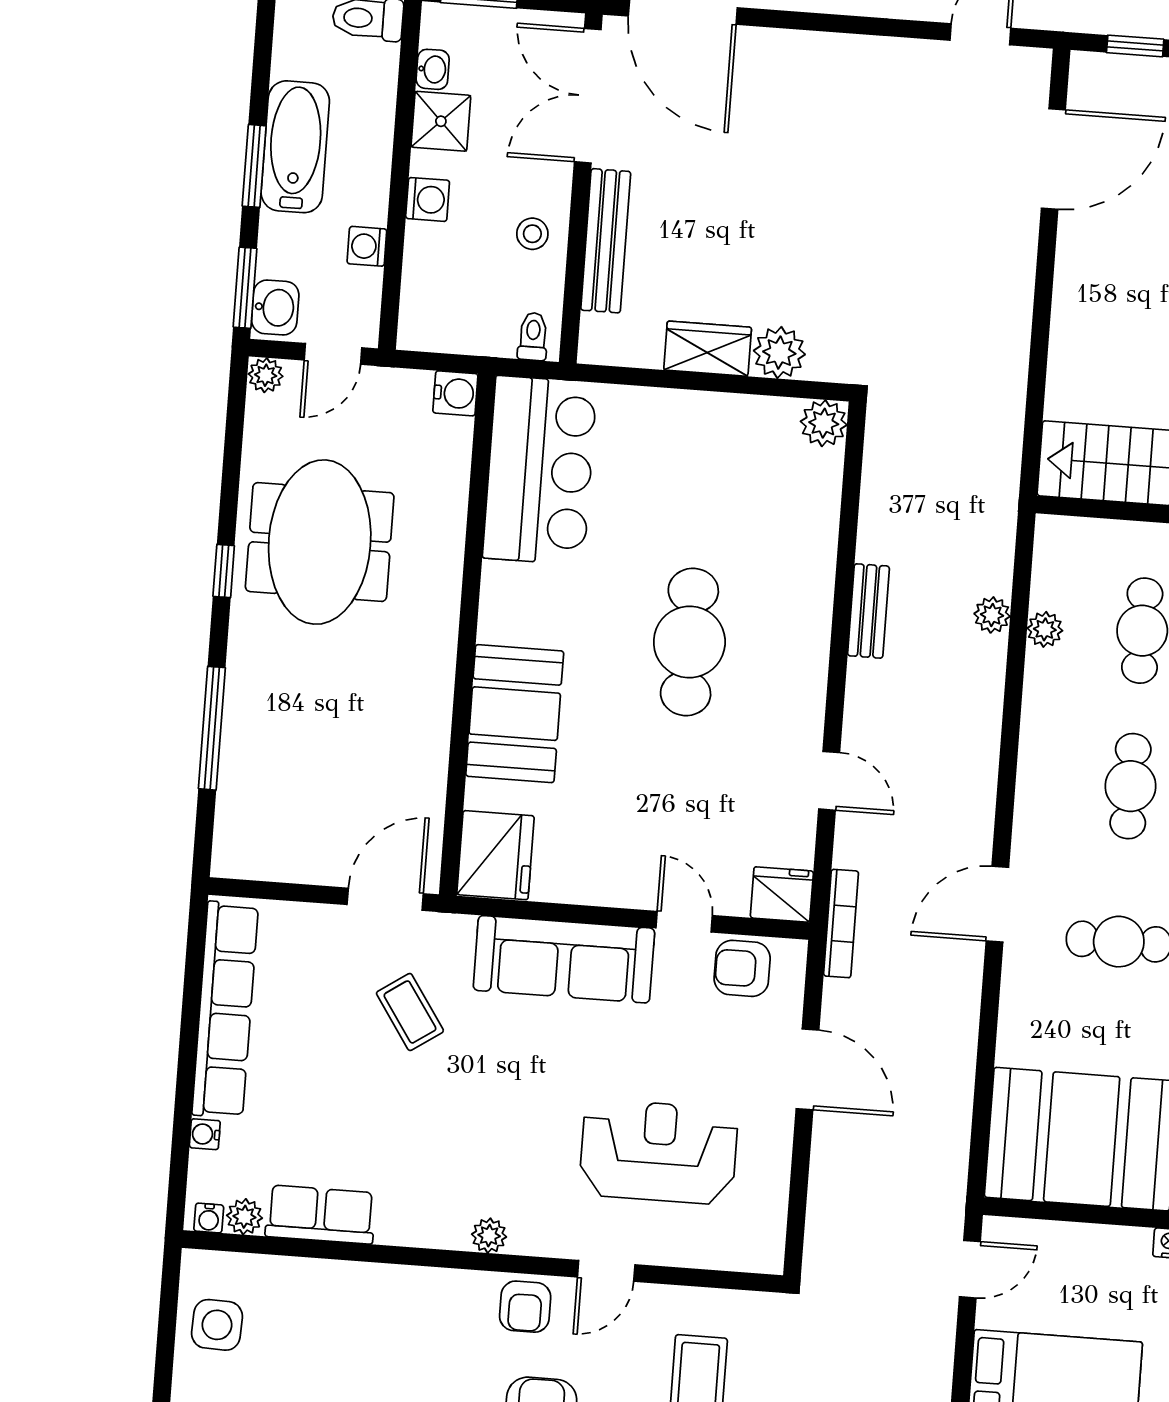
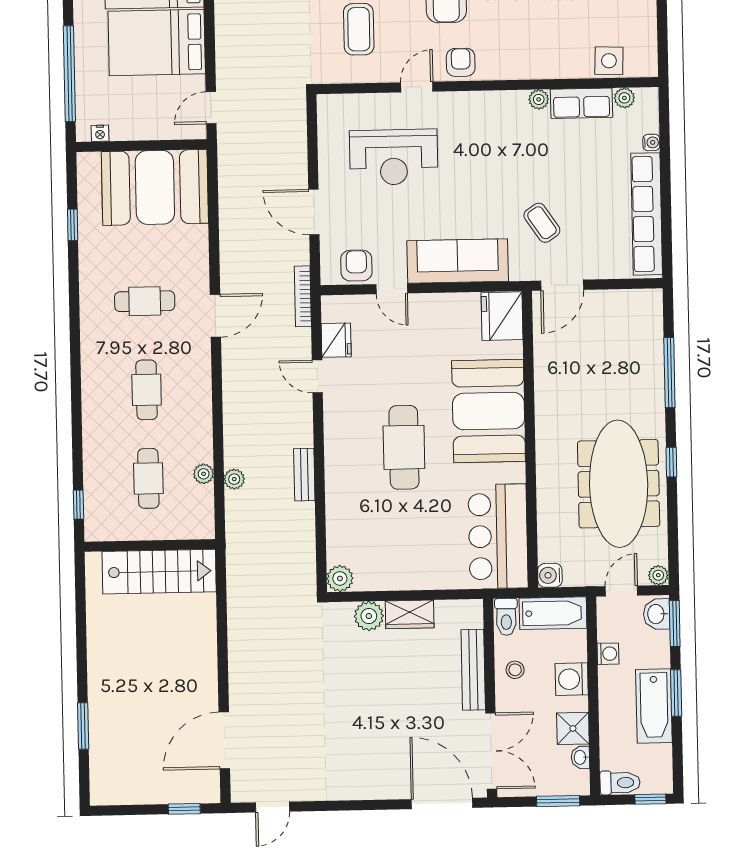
washing machine: (428, 199) -> (572, 679), width x1.38, depth x1.38
bathtub: (457, 326) -> (553, 613), added
toilet: (533, 336) -> (506, 617), width x1.37, depth x1.39
meeting table: (320, 542) -> (619, 484), width x1.36
booth: (515, 714) -> (489, 411), width x1.36, depth x1.42
fridge: (782, 894) -> (336, 340), moved, turned -90
armchair: (742, 968) -> (356, 266), turned -90
water cooler: (209, 1218) -> (645, 95), removed
plant: (489, 1236) -> (539, 99), moved
side table: (217, 1325) -> (609, 61), moved

